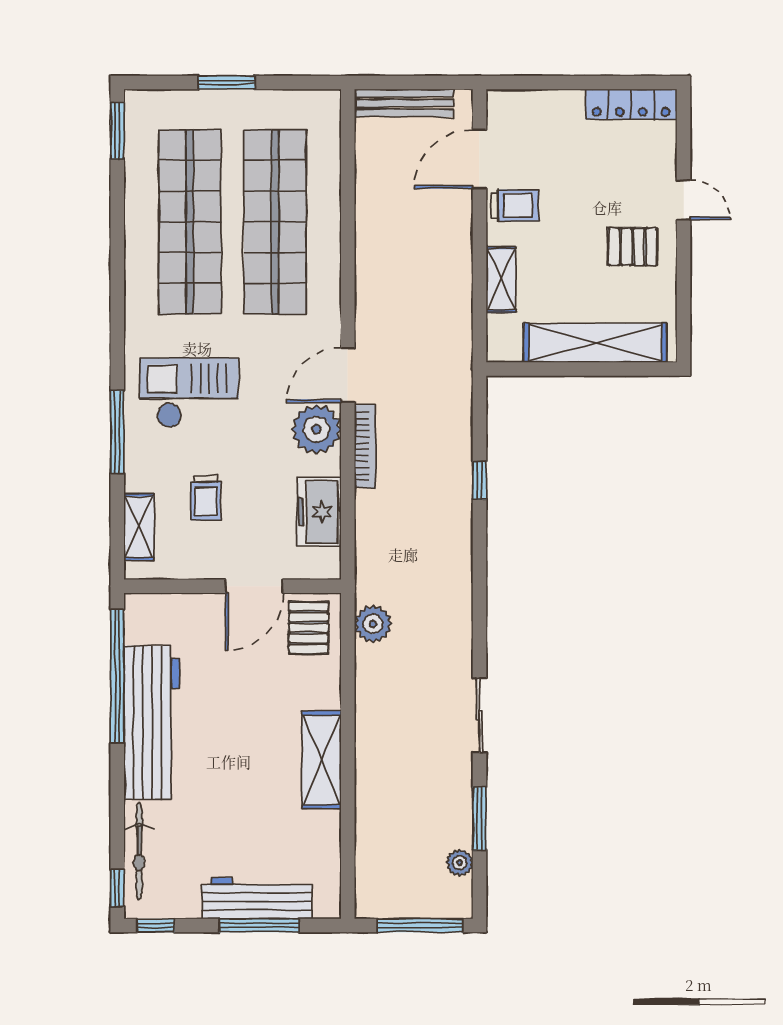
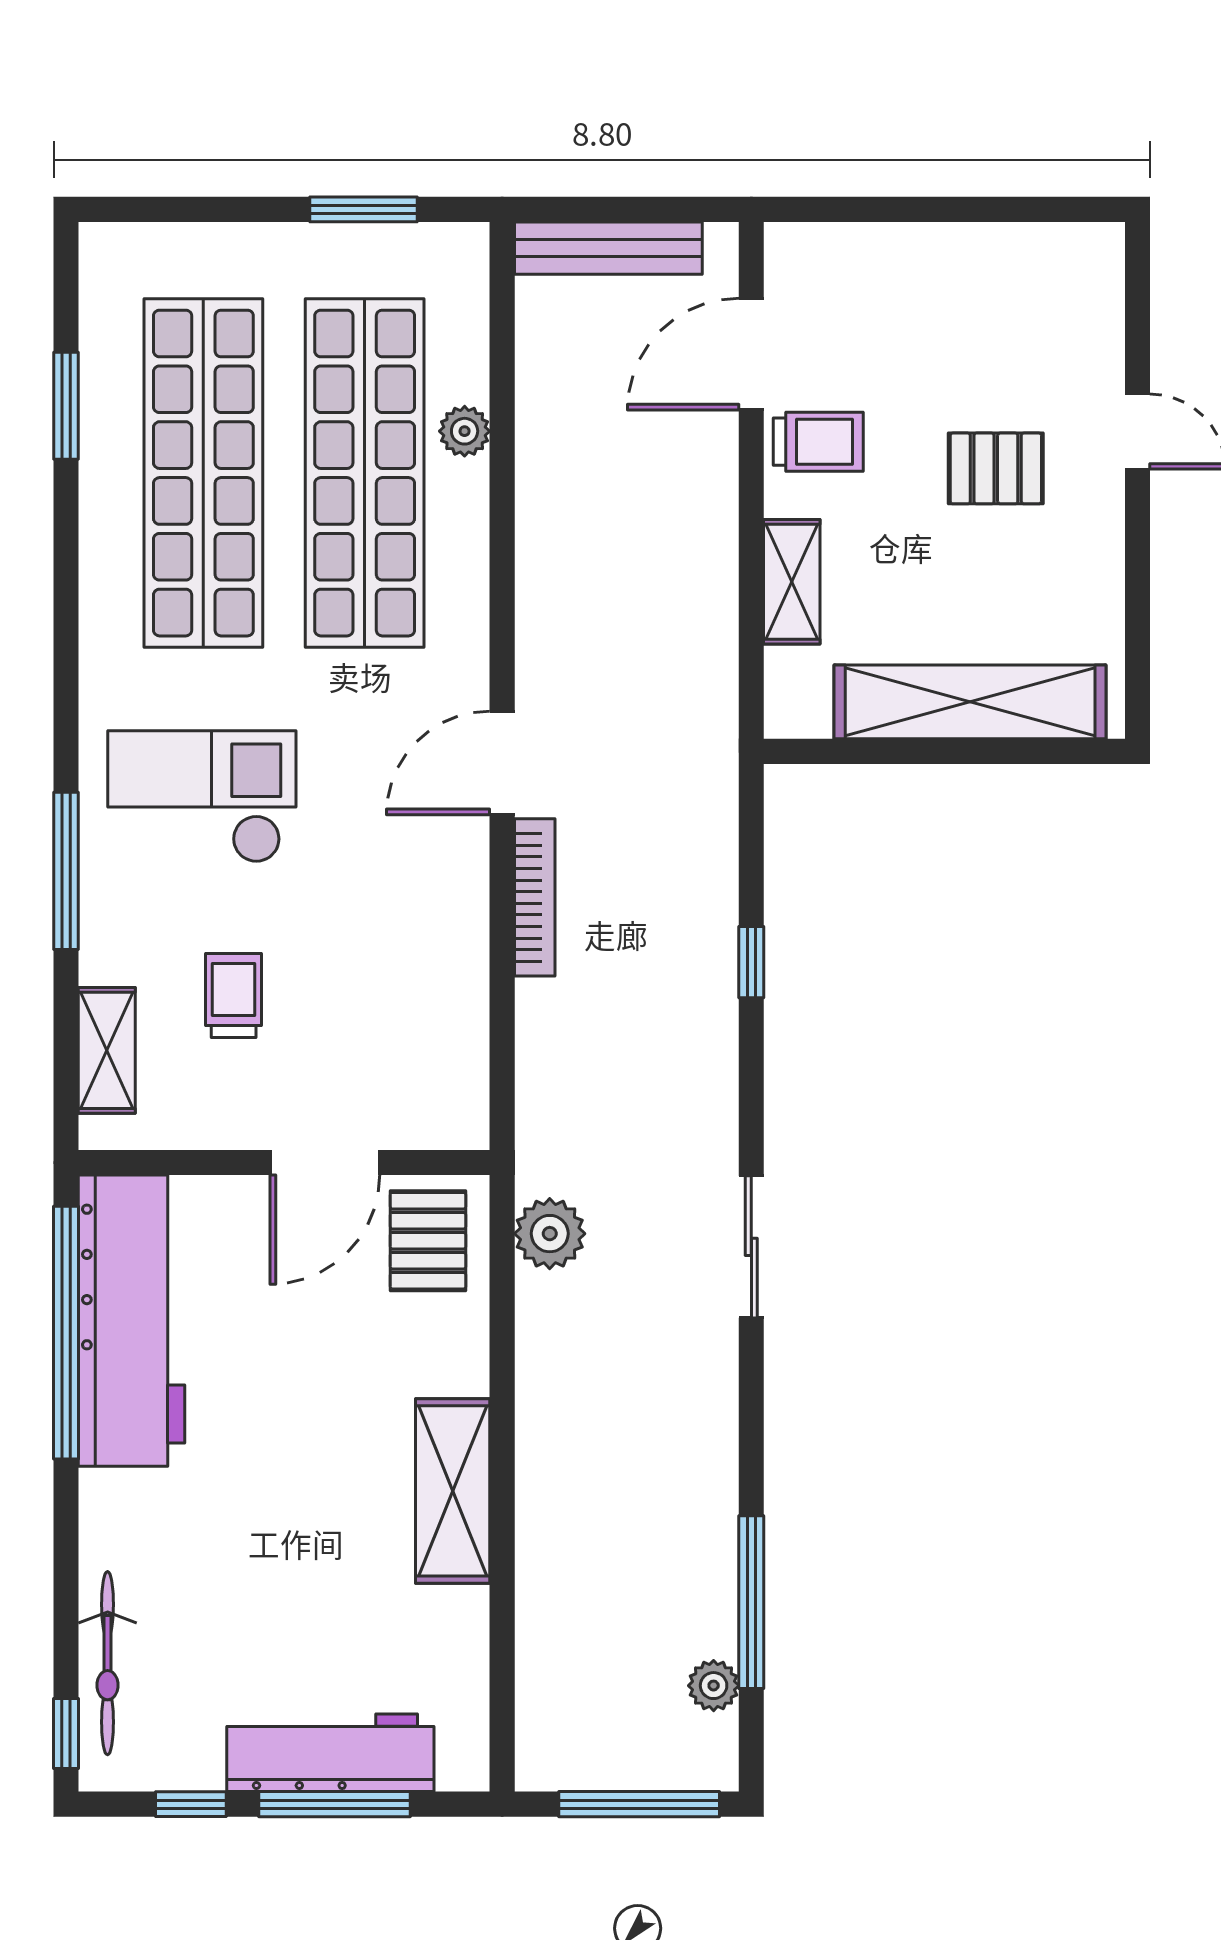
window: (227, 83) -> (363, 209), moved
locker: (631, 104) -> (1038, 251), removed
window: (117, 131) -> (66, 406), moved
pallet: (633, 247) -> (996, 468), moved
plant: (316, 429) -> (465, 431), moved, width x0.53, depth x0.53
trolley: (206, 498) -> (234, 995), turned 180
freezer: (319, 512) -> (448, 1022), removed
sliding door: (479, 715) -> (751, 1247), moved
workbench: (152, 723) -> (132, 1321), moved
window: (479, 819) -> (751, 1602), width x1.44
window: (156, 925) -> (191, 1804), moved

